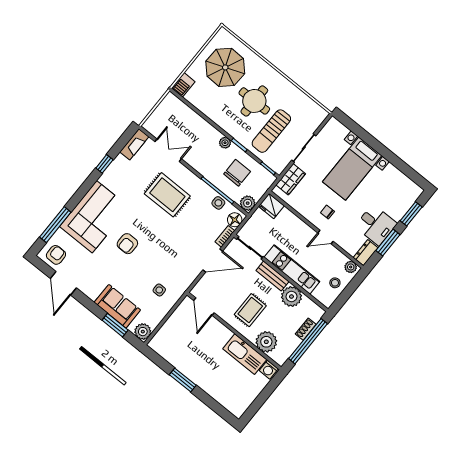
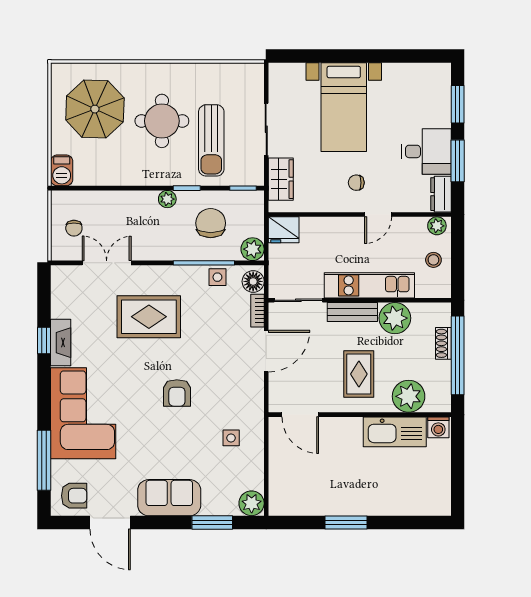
chair: (166, 119) -> (74, 228), added
fireplace: (134, 144) -> (61, 343), moved
armchair: (127, 244) -> (177, 393), moved
armchair: (56, 255) -> (74, 496), turned 90
sofa: (117, 306) -> (169, 498), moved

